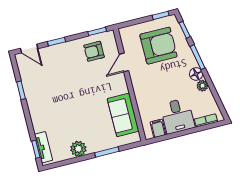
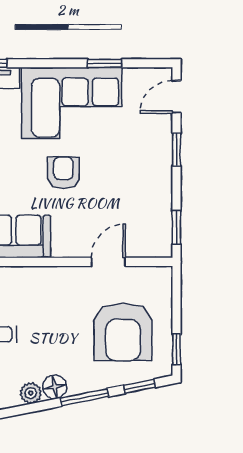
armchair: (94, 51) -> (63, 173), moved
door: (124, 62) -> (108, 262), hinge flipped
corner sofa: (46, 102) -> (72, 103), added

